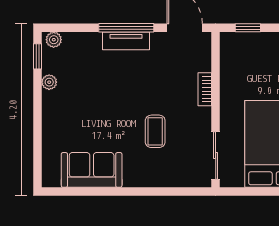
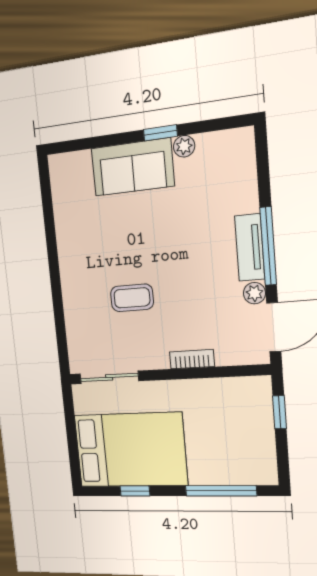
plant: (54, 40) -> (254, 293), moved
window: (37, 56) -> (160, 133), moved
sofa: (92, 170) -> (133, 167), moved, turned 90

